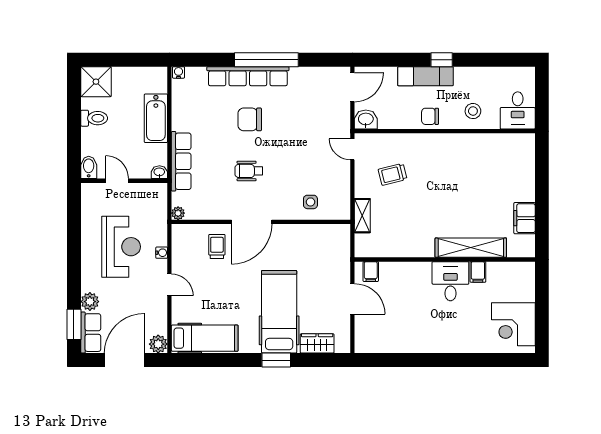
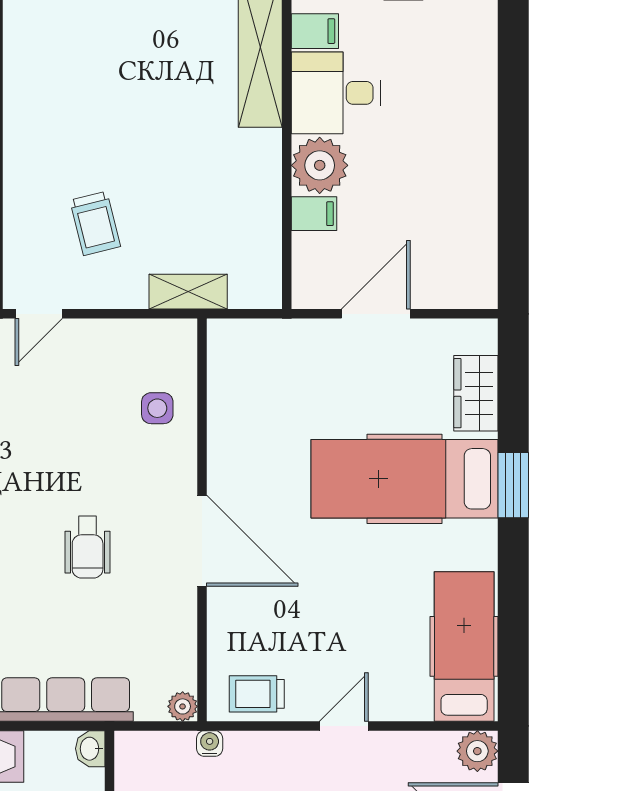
trolley: (217, 246) -> (257, 694), moved
water cooler: (162, 253) -> (210, 743), moved
filing cabinet: (371, 272) -> (314, 214), moved
plant: (418, 274) -> (320, 165), added

